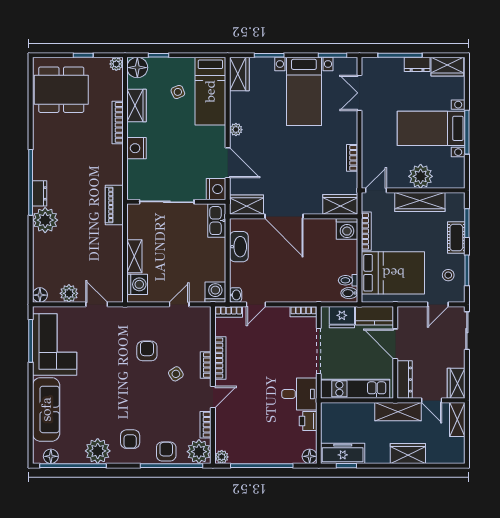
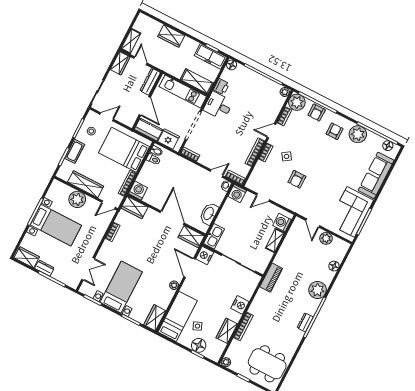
floor lamp: (137, 68) -> (199, 345), moved
dresser: (40, 193) -> (305, 322), moved
floor lamp: (40, 295) -> (334, 266), moved
shelving: (398, 412) -> (197, 81), moved

